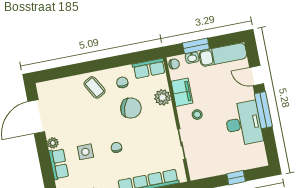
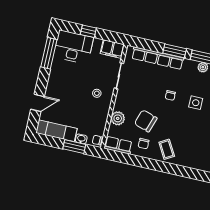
door: (257, 76) -> (38, 103), hinge flipped
filing cabinet: (182, 92) -> (112, 49), moved, turned -90
window: (263, 110) -> (49, 53), moved
desk: (243, 123) -> (73, 47), moved, turned 90

